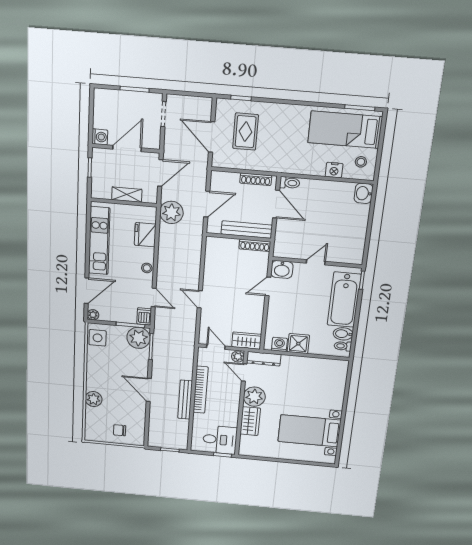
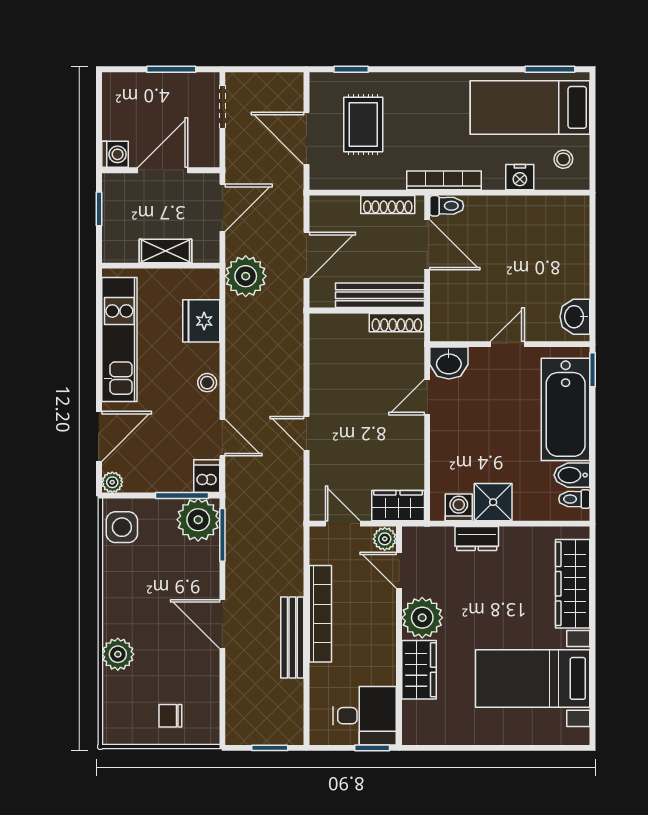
bookcase: (290, 168) -> (444, 180), added
washbasin: (364, 193) -> (575, 317), moved
dresser: (264, 359) -> (477, 539), moved, width x0.70
wardrobe: (336, 388) -> (573, 584), added

